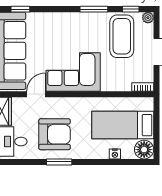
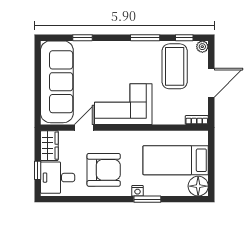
window: (20, 9) -> (82, 38), moved
nightstand: (115, 154) -> (138, 191), moved
window: (59, 162) -> (147, 199), moved

